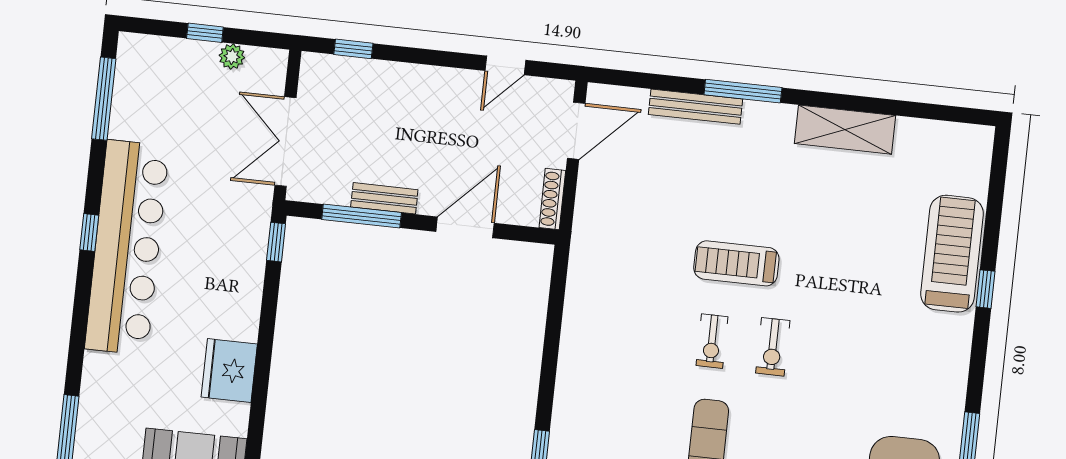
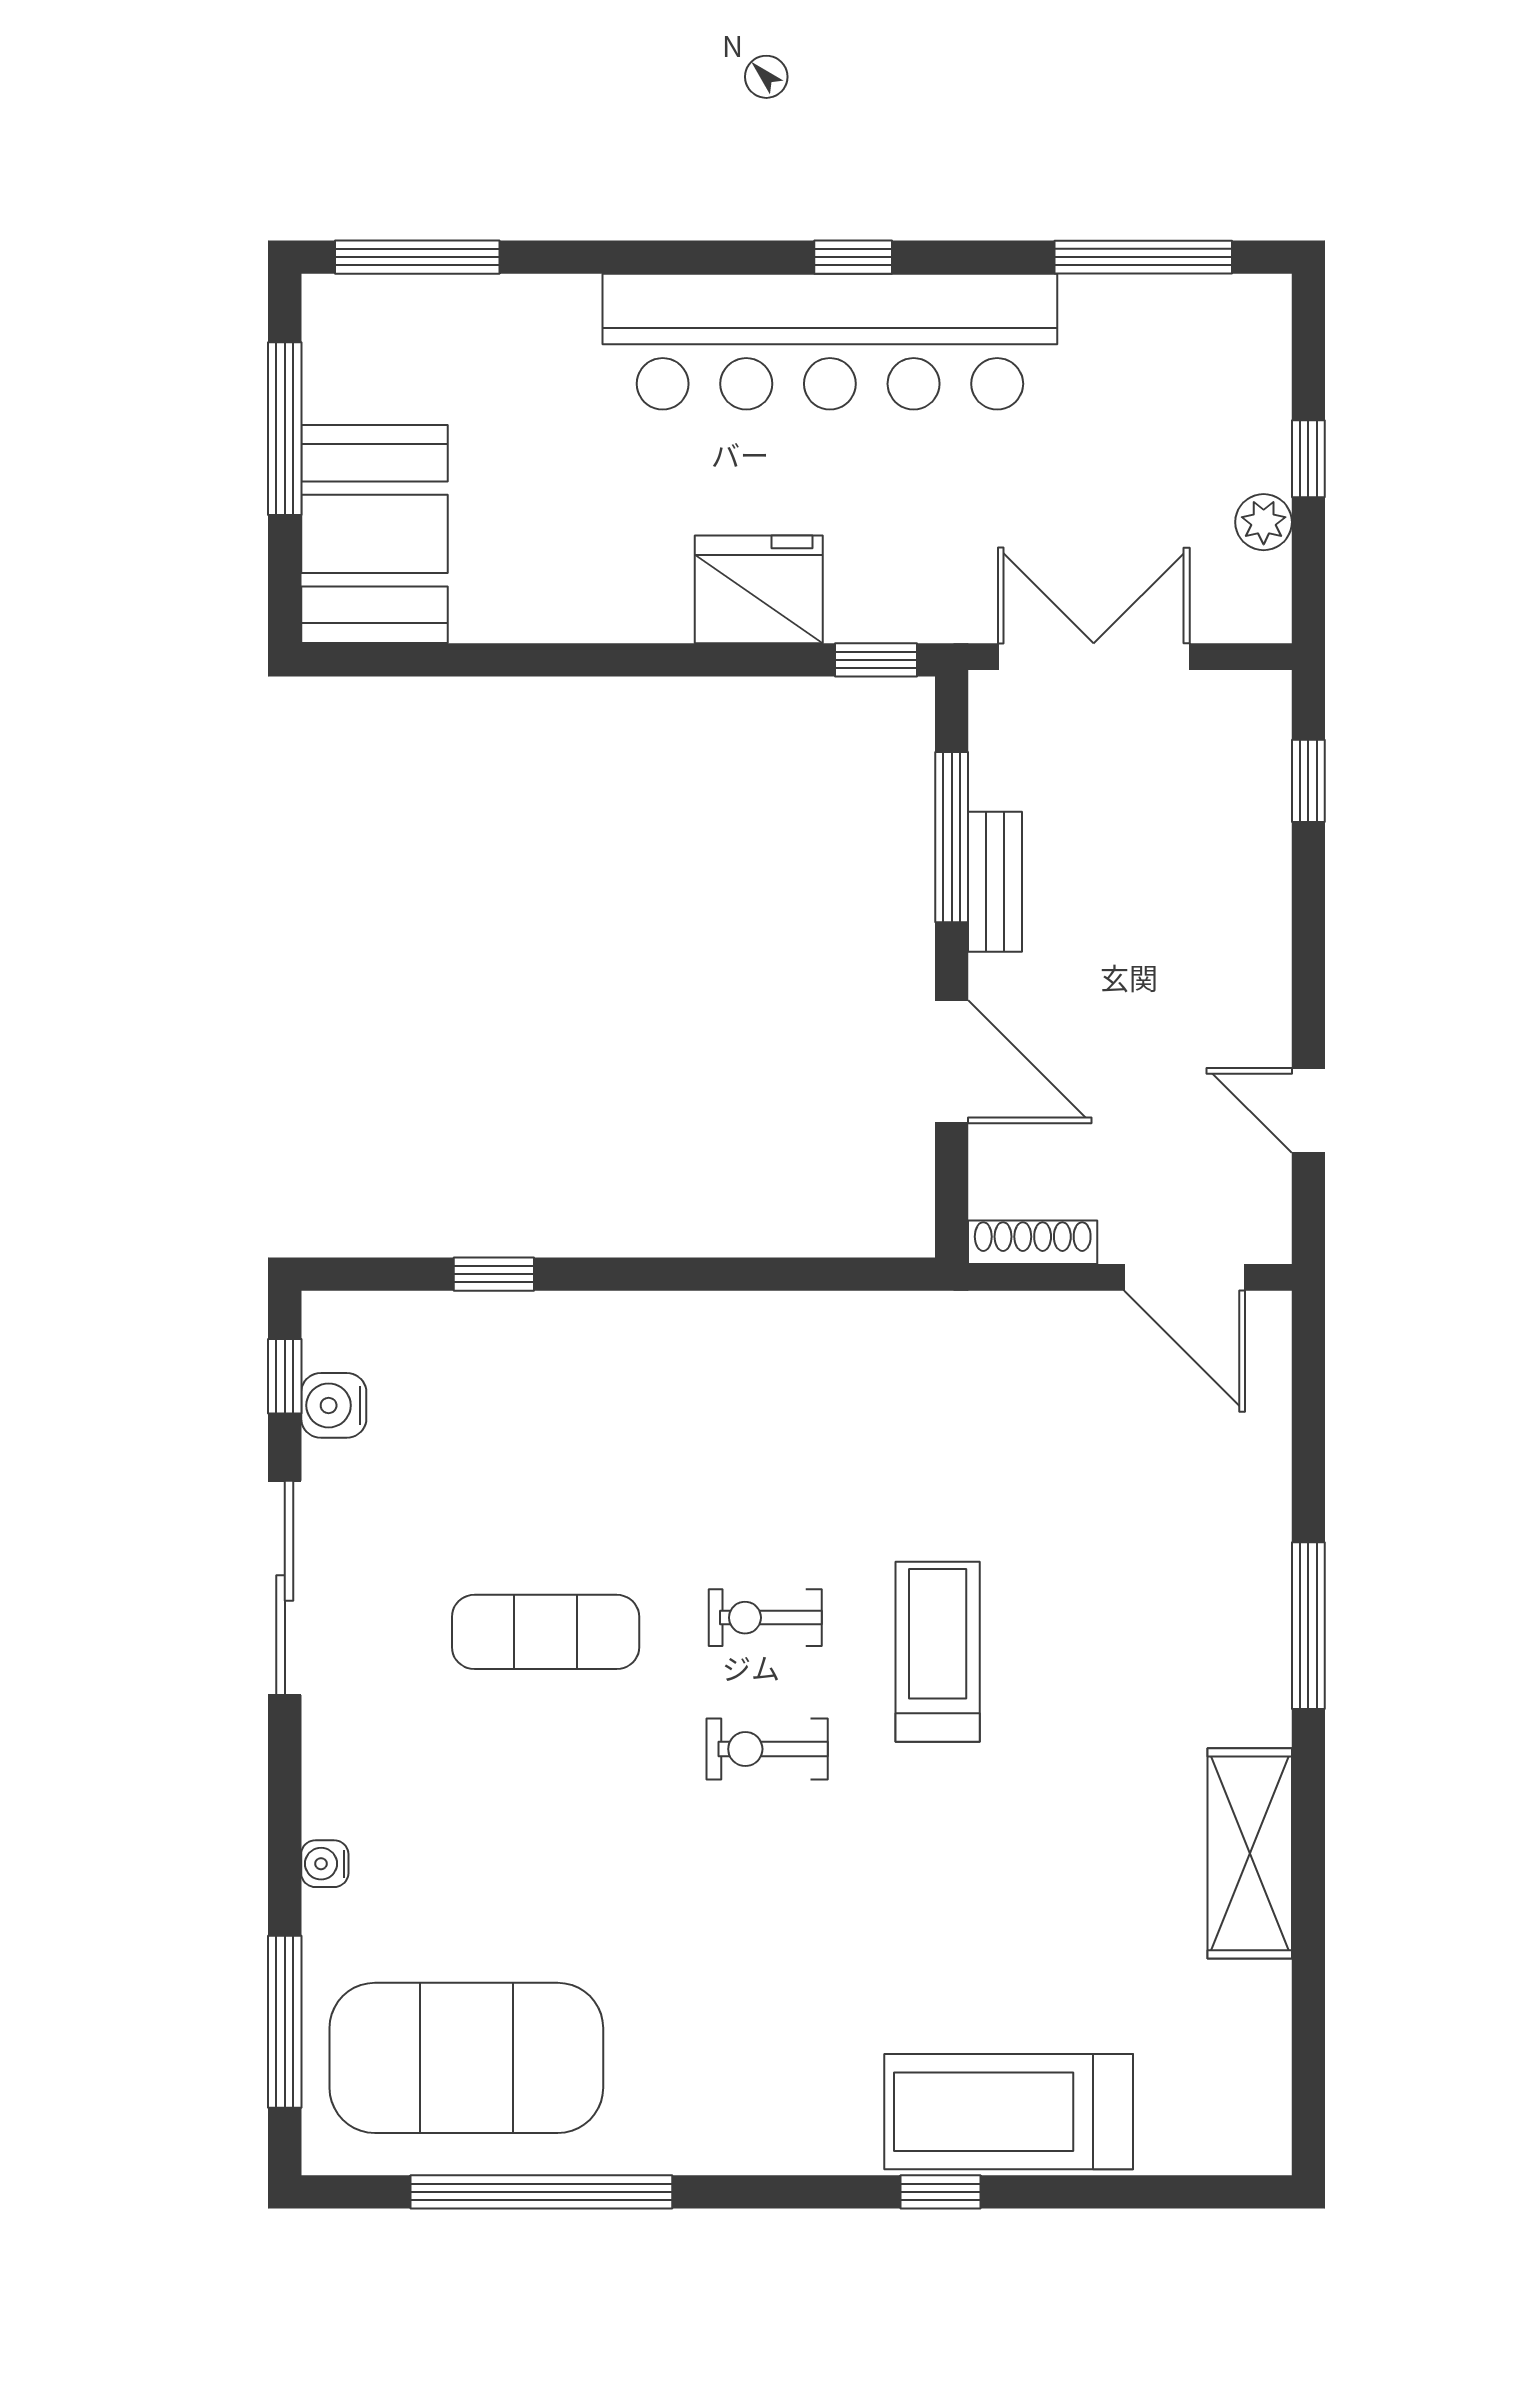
bench: (696, 107) -> (1264, 1528), removed
treadmill: (952, 254) -> (1009, 2112), turned 180
fridge: (229, 370) -> (759, 589), moved

